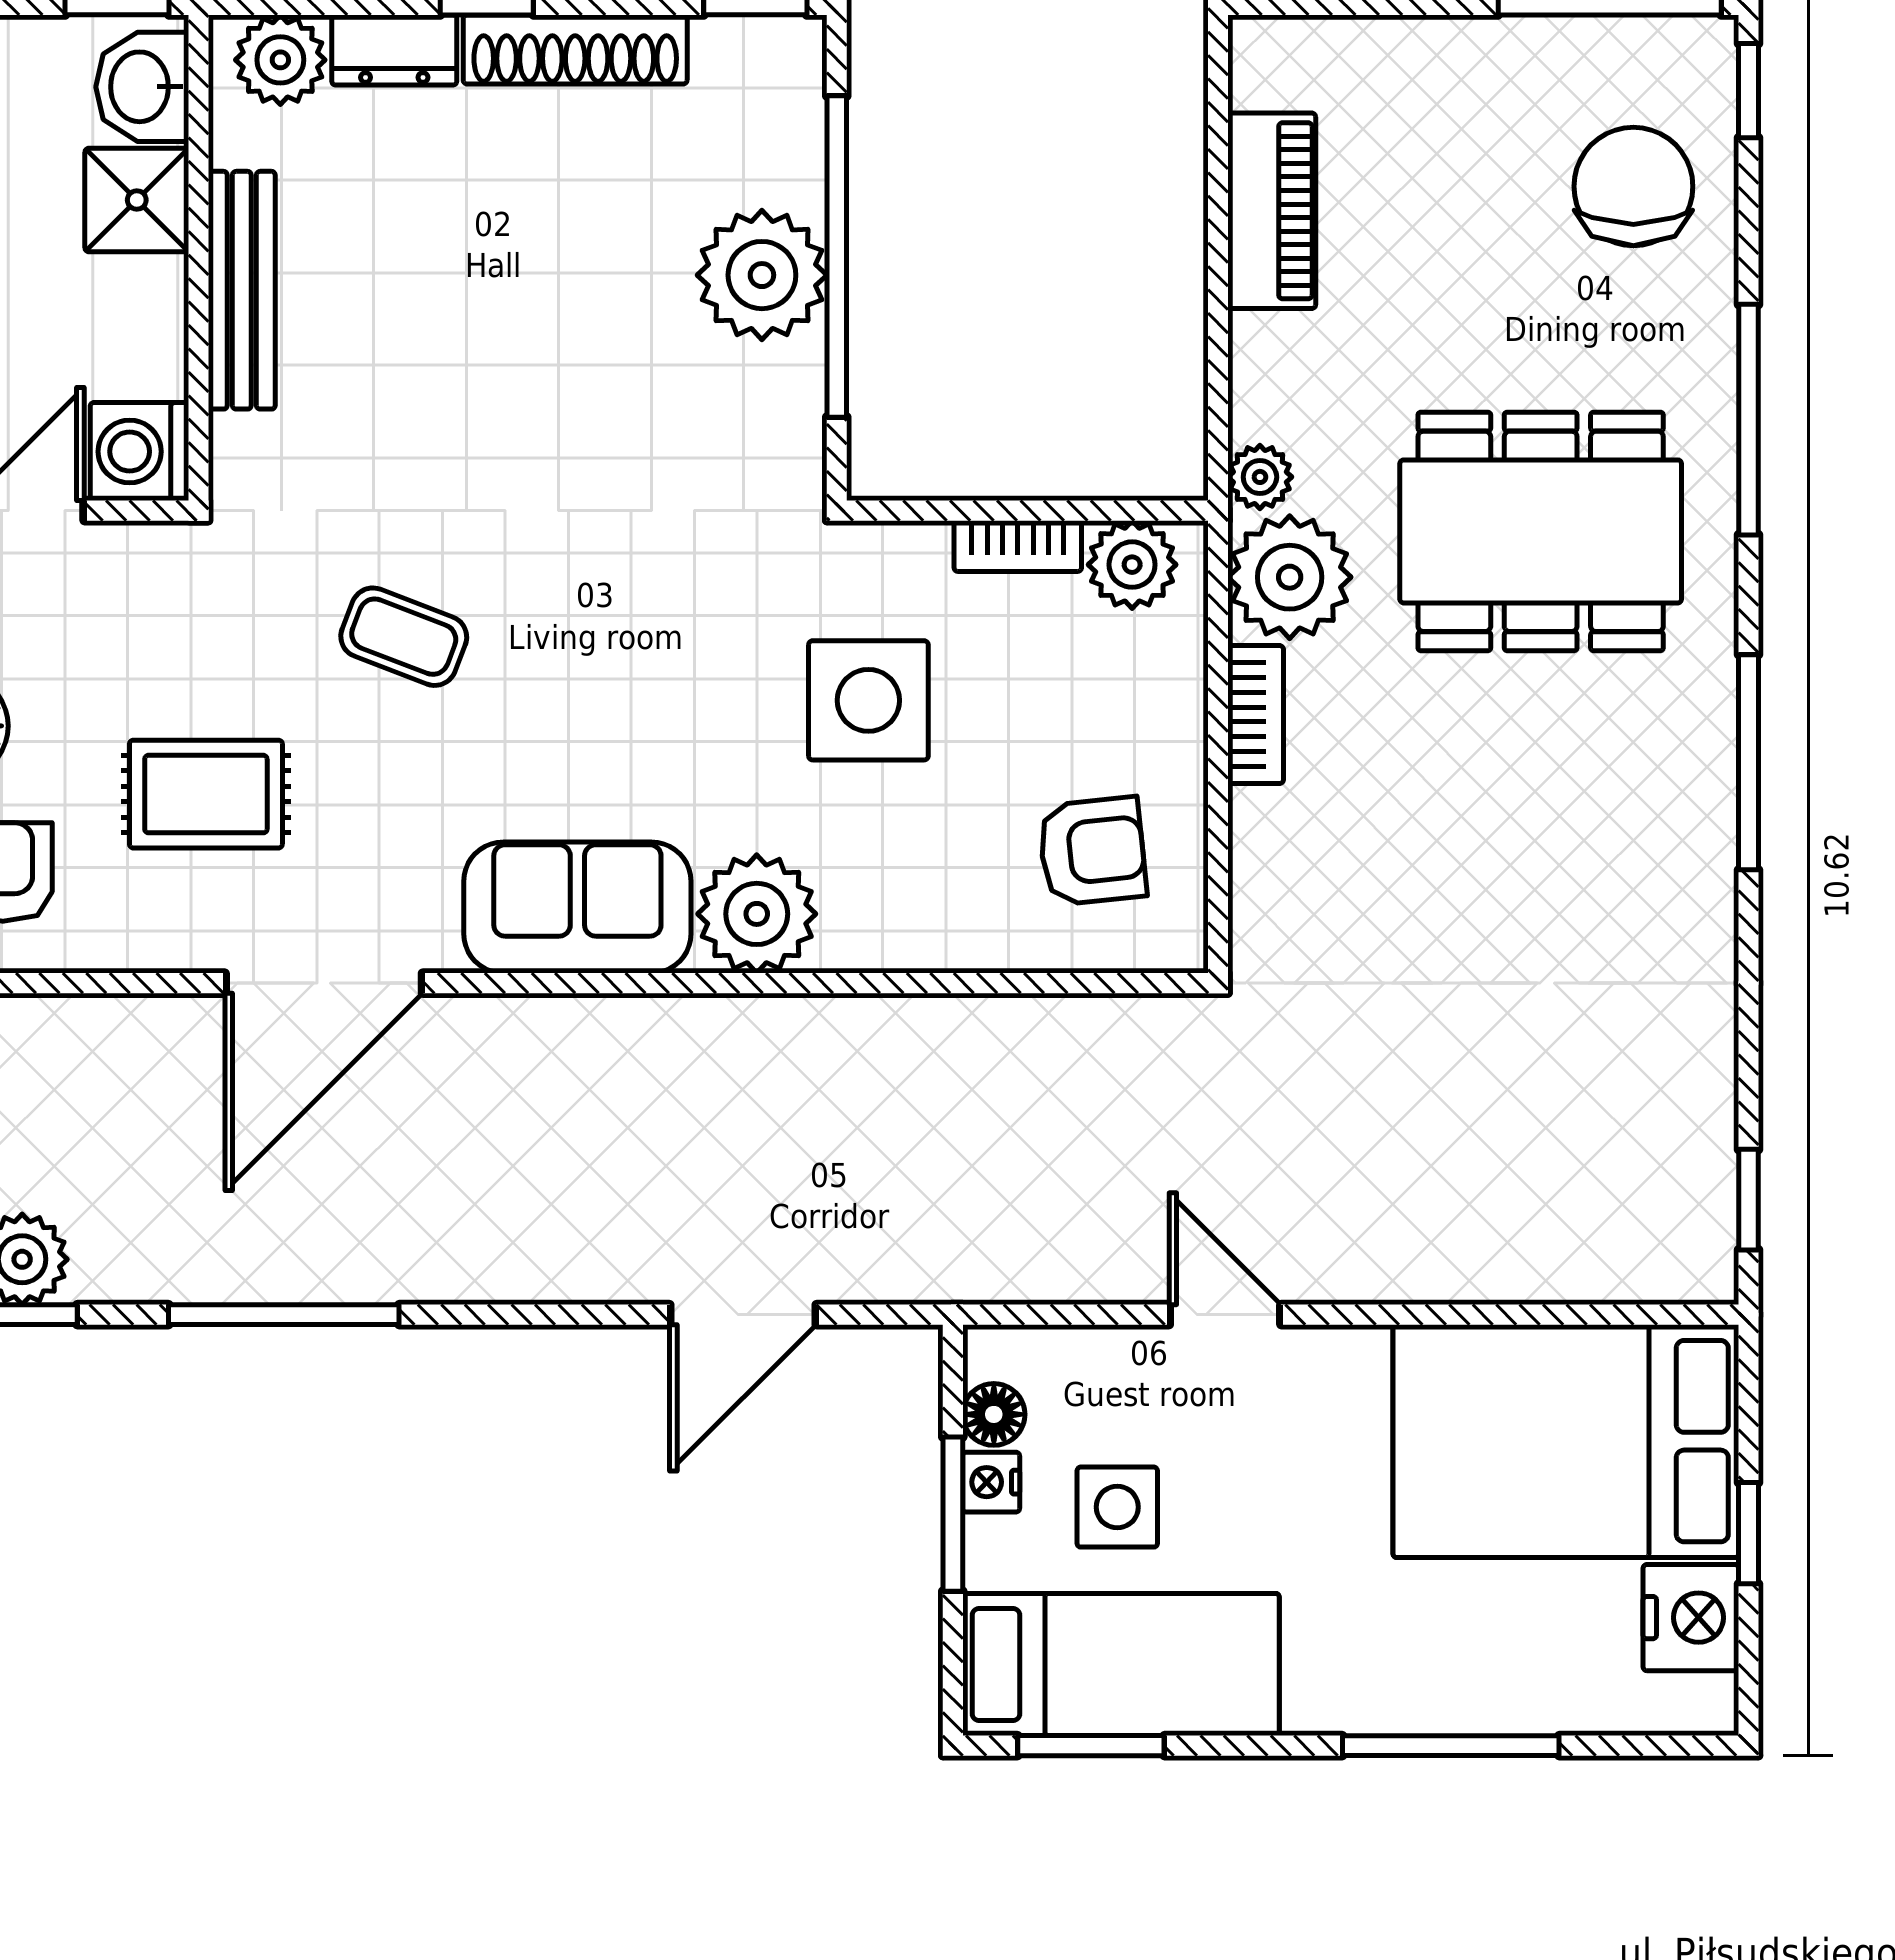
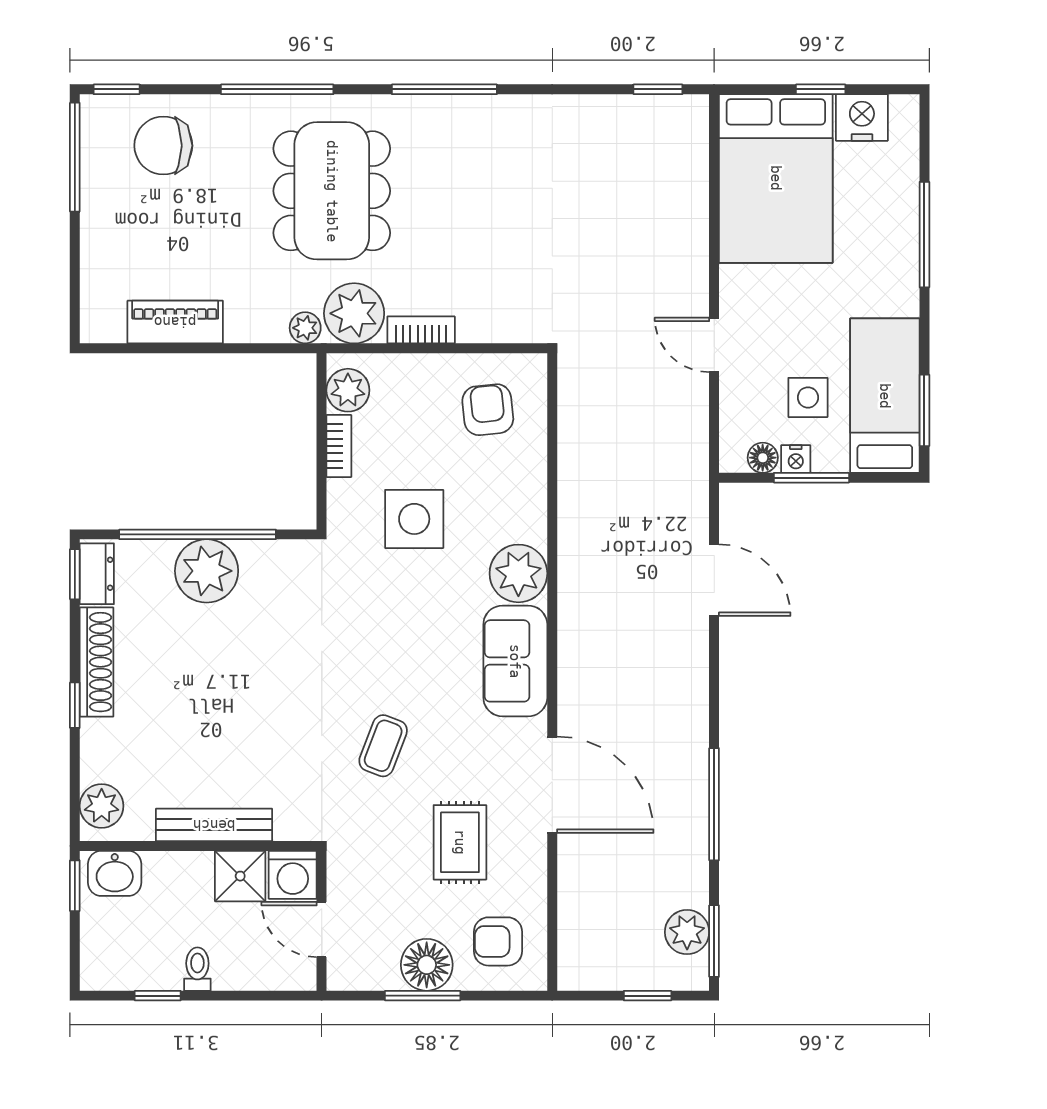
dresser: (394, 50) -> (97, 574), moved
shower: (137, 200) -> (240, 876), moved
door: (1225, 1315) -> (714, 345), hinge flipped

